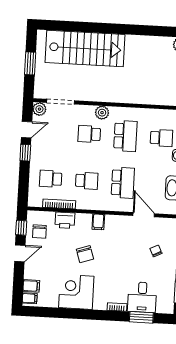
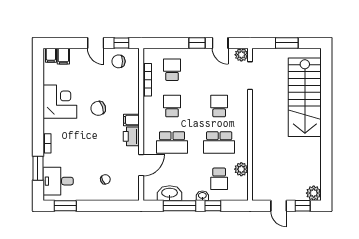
plant: (102, 113) -> (241, 169), moved
school desk: (87, 181) -> (172, 106), turned 180
printer: (65, 220) -> (131, 136), moved
desk: (142, 297) -> (58, 181), moved

